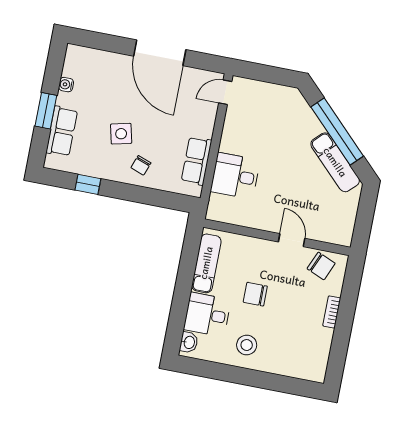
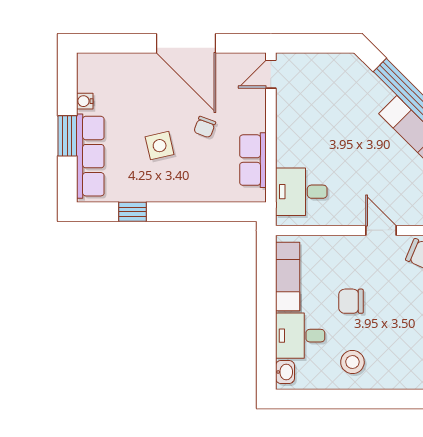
row of seats: (62, 131) -> (90, 156), width x1.48
chair: (141, 165) -> (205, 127), moved
desk: (235, 176) -> (301, 192), moved

